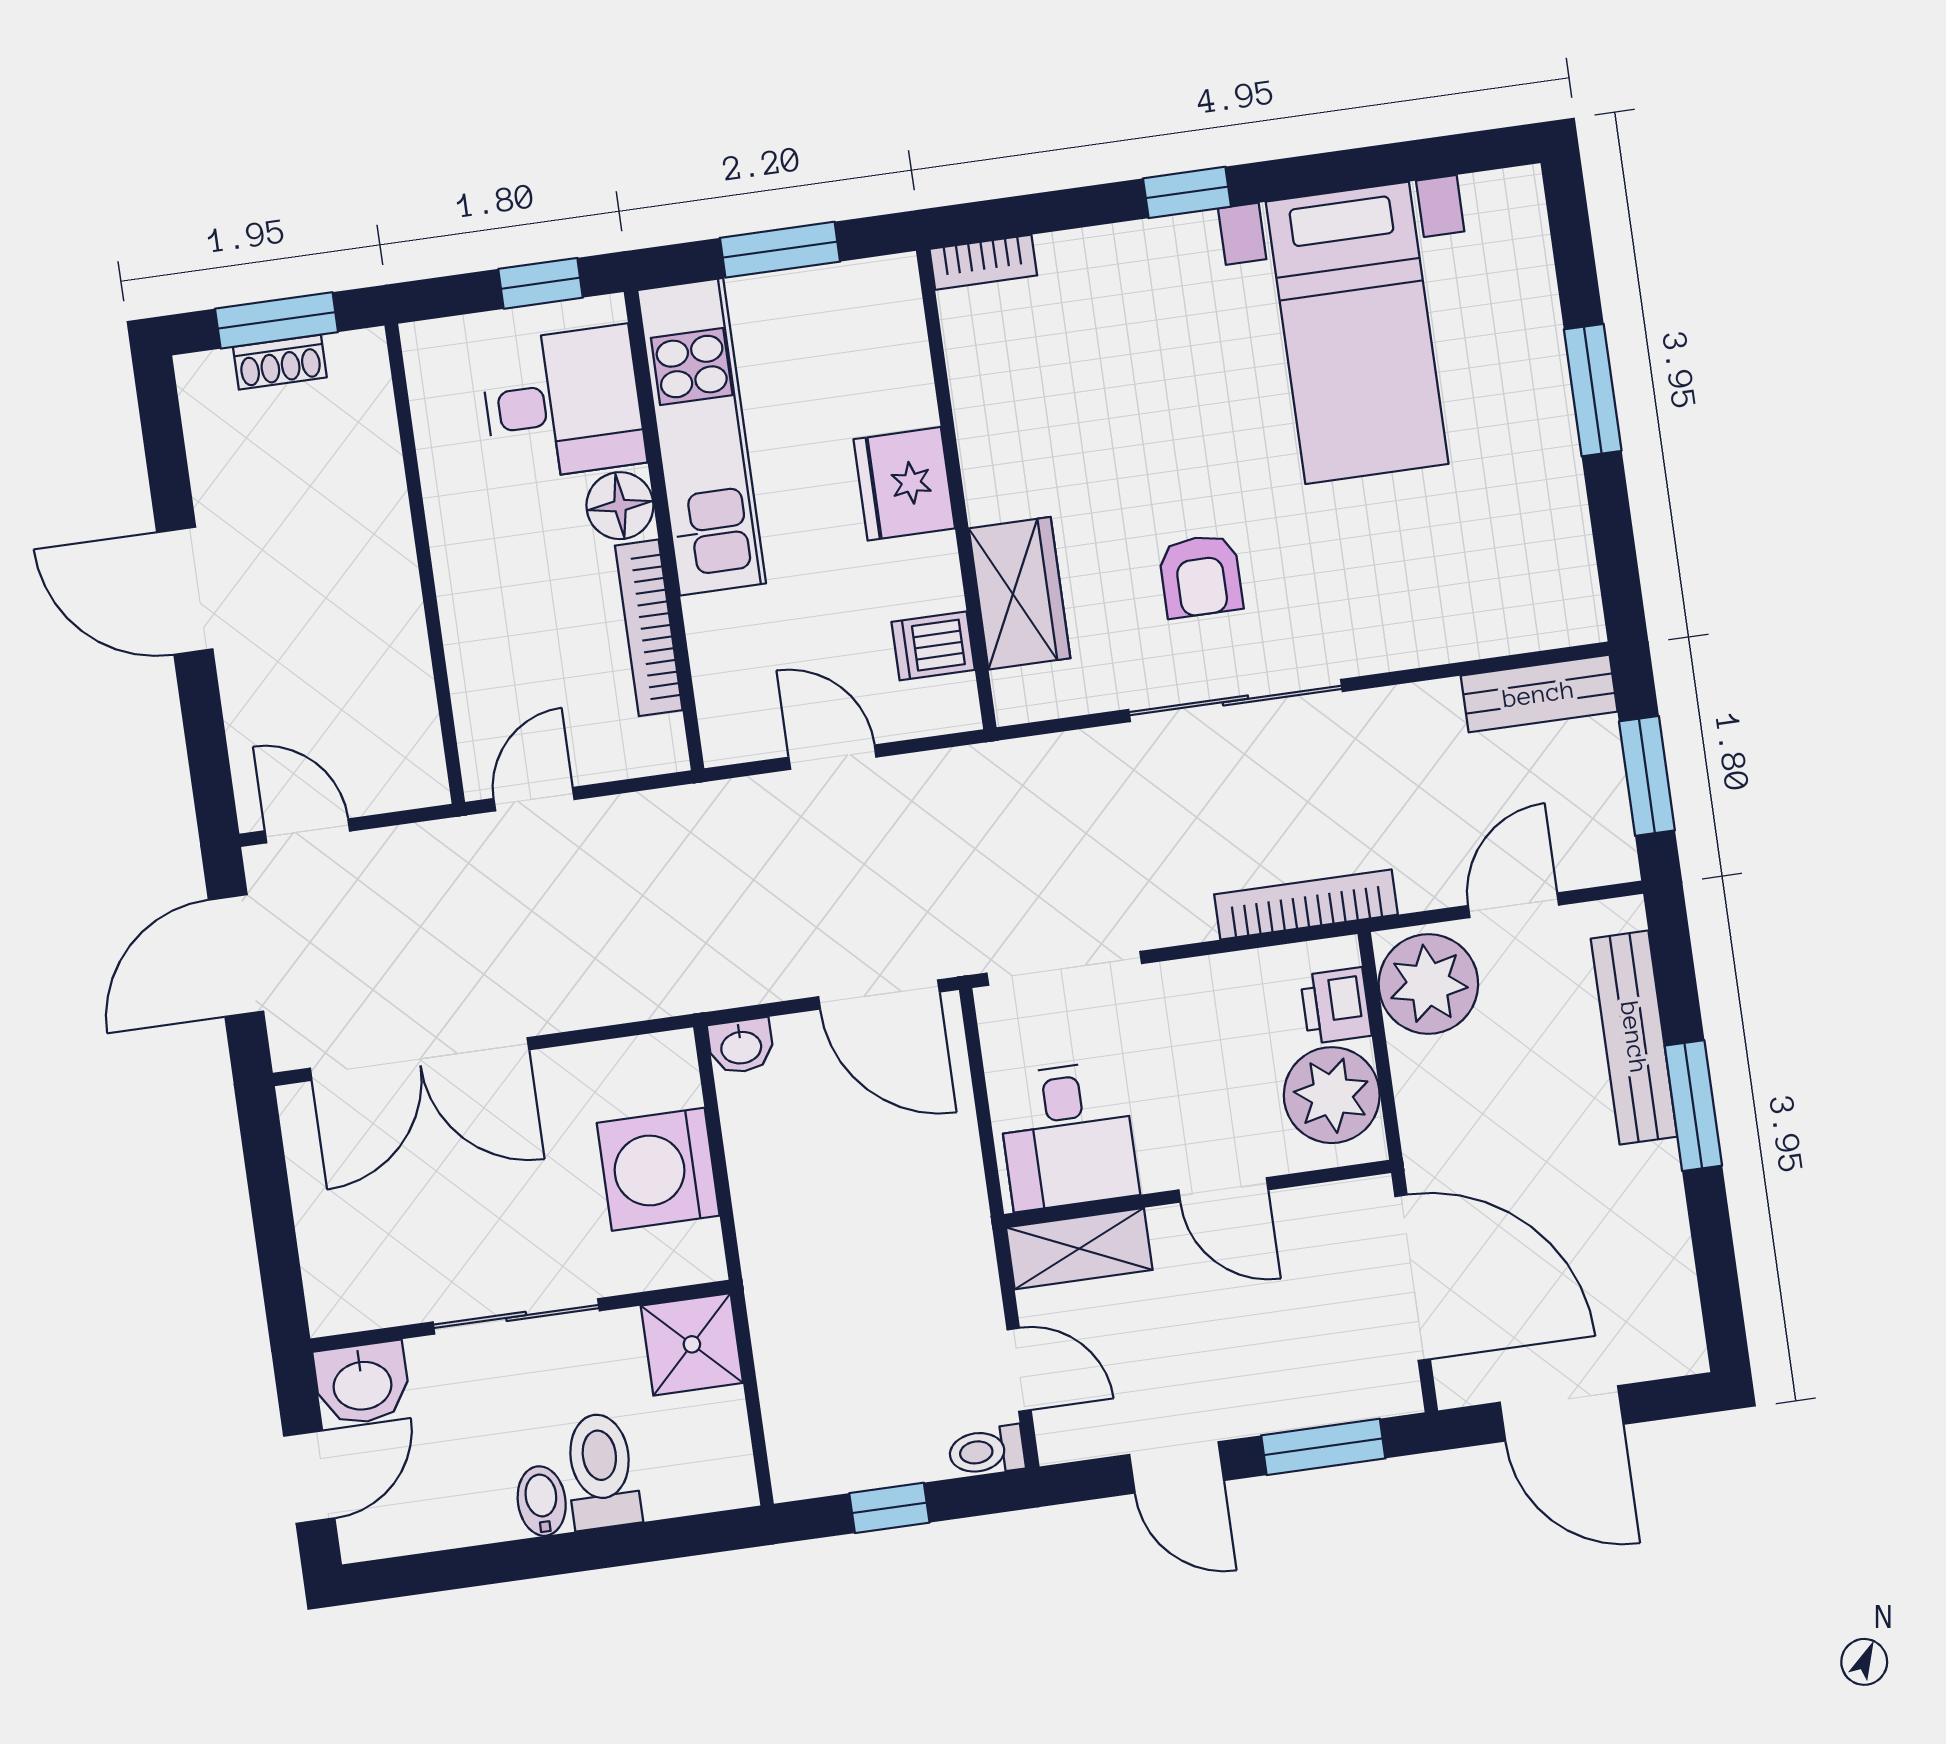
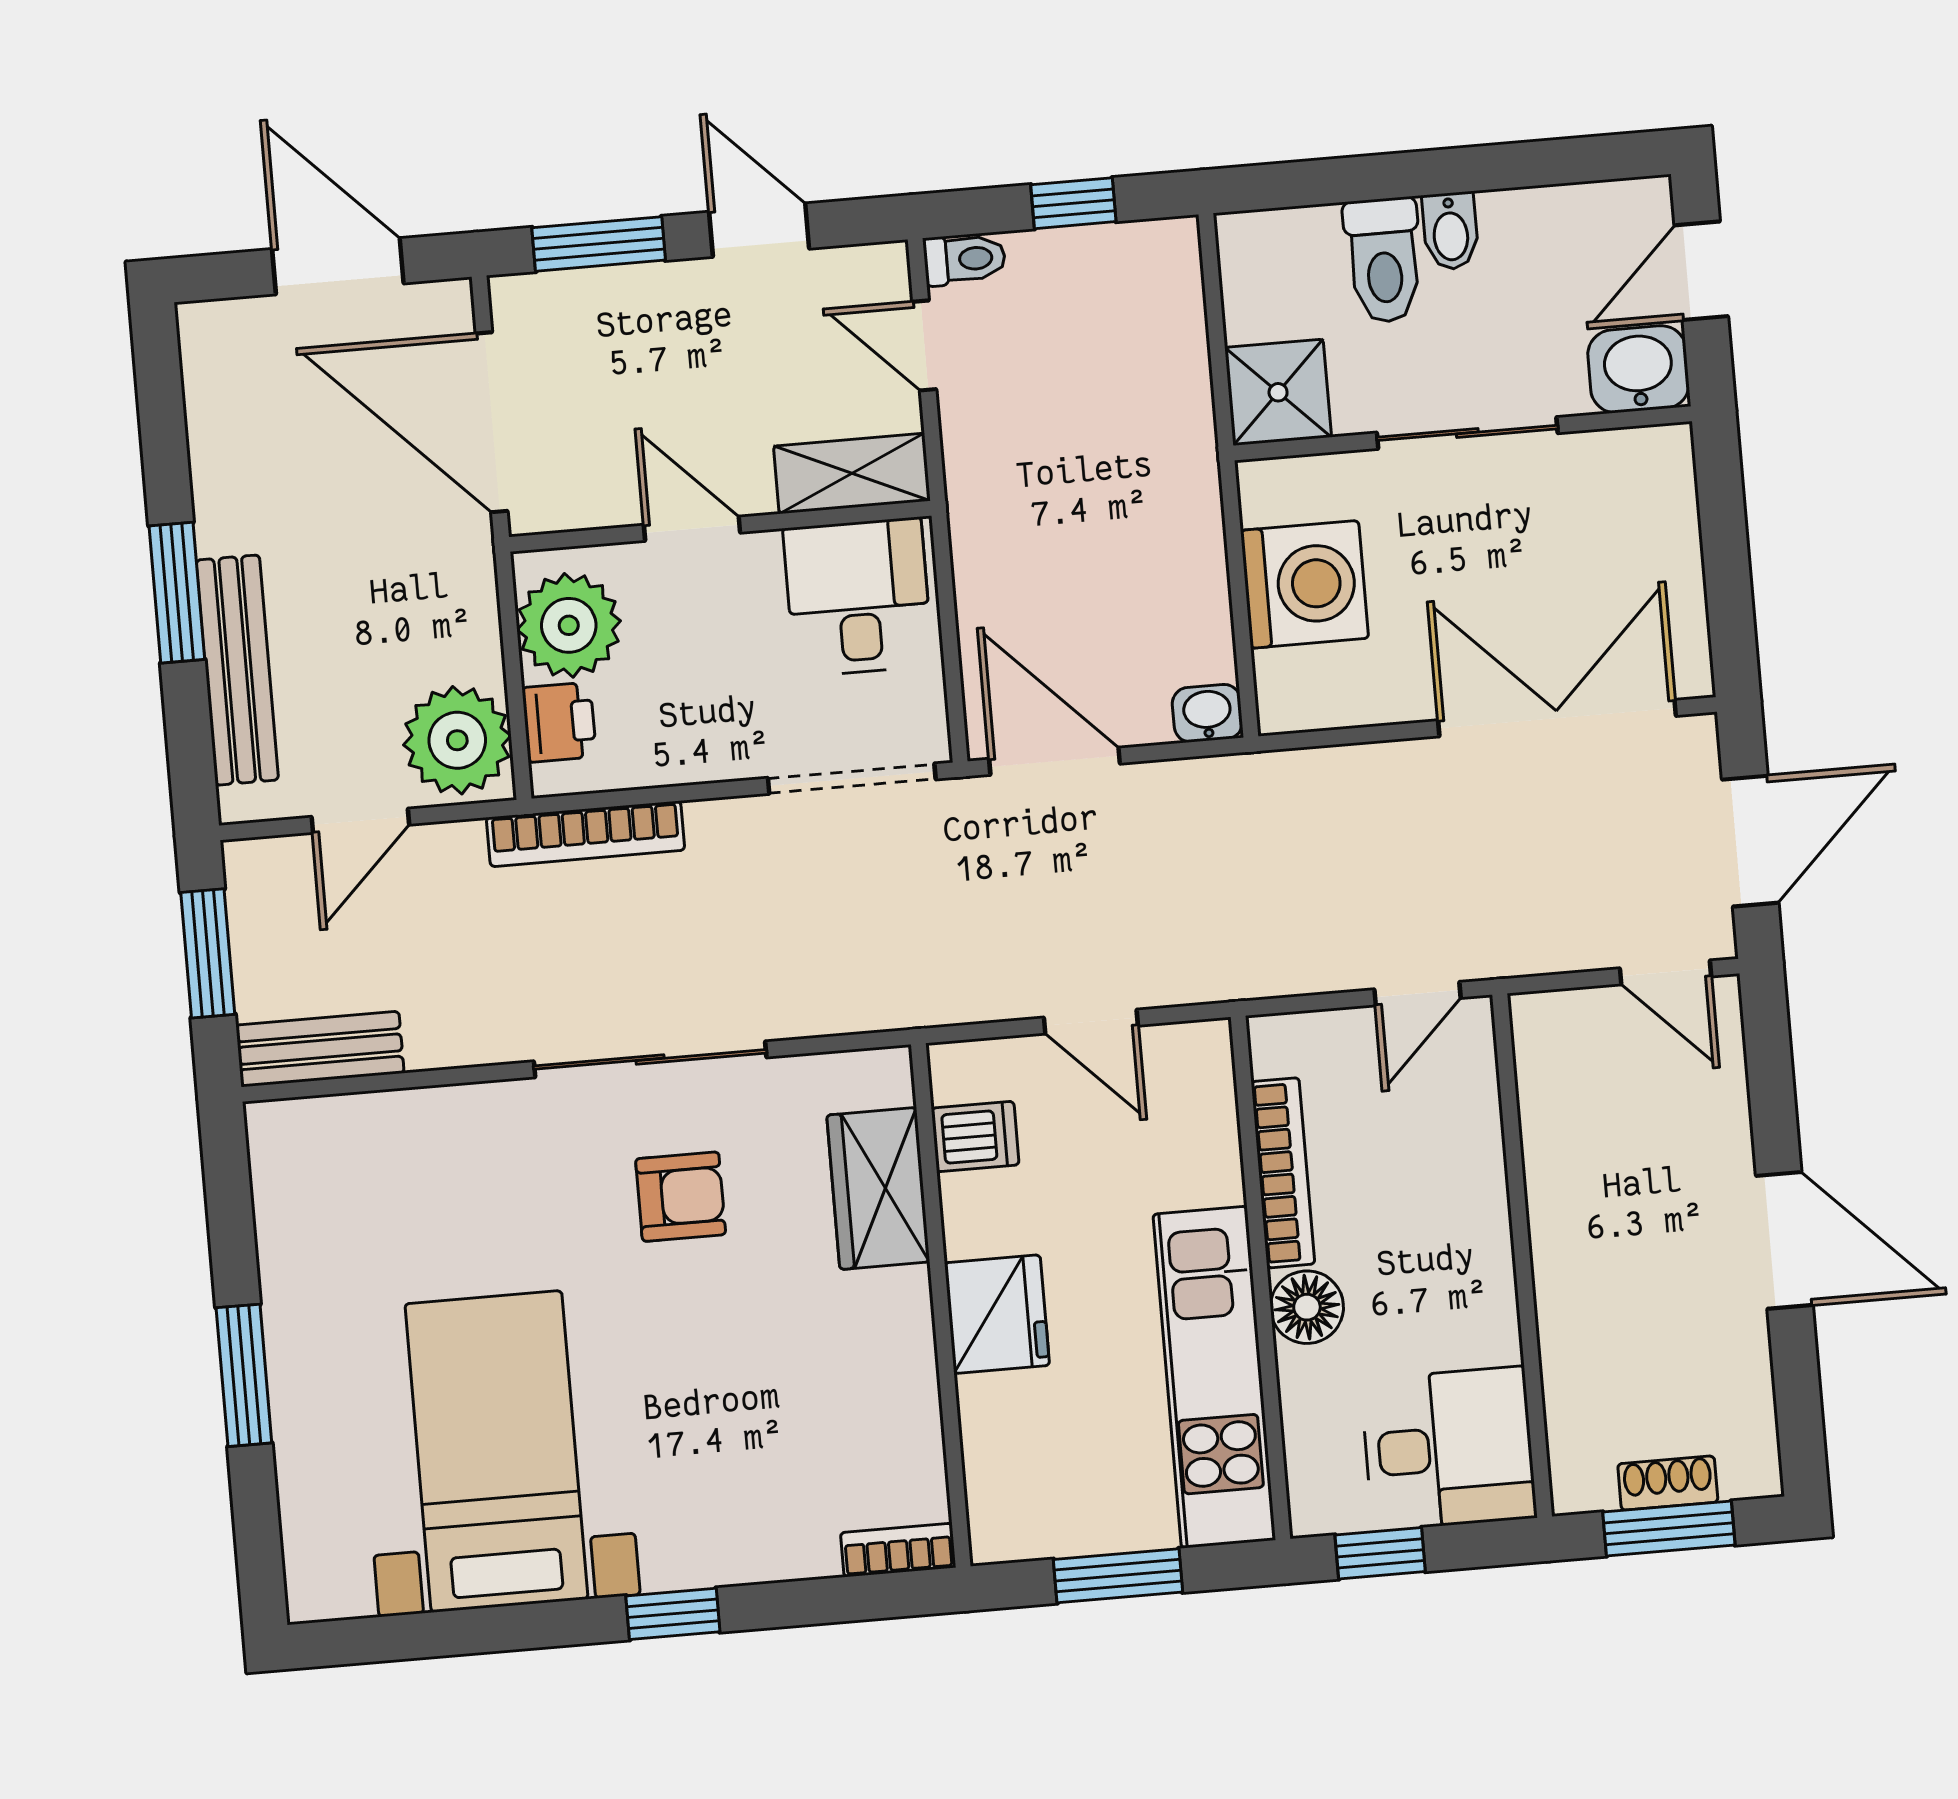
desk: (563, 403) -> (1449, 1449), moved, turned 180
armchair: (1201, 576) -> (681, 1197), turned 90

